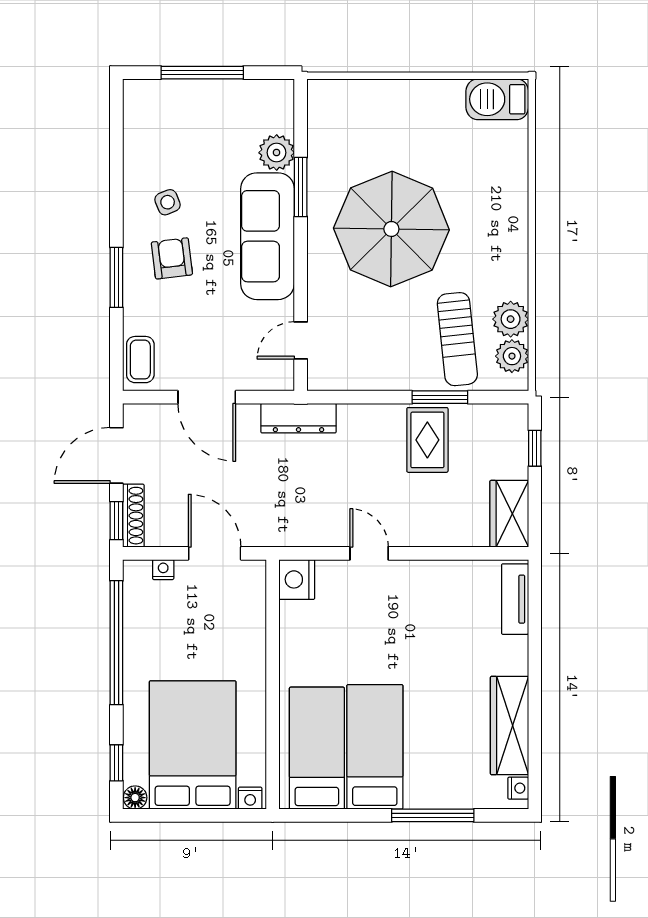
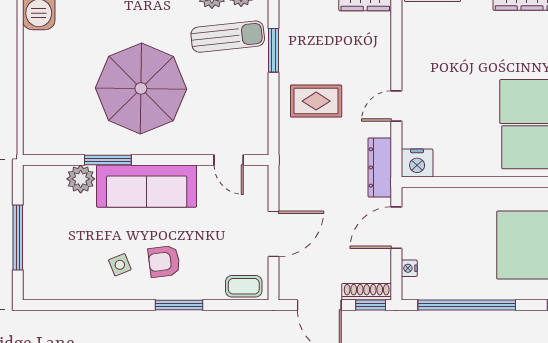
dresser: (299, 418) -> (380, 167), moved, turned 180
rug: (427, 440) -> (316, 101), moved

